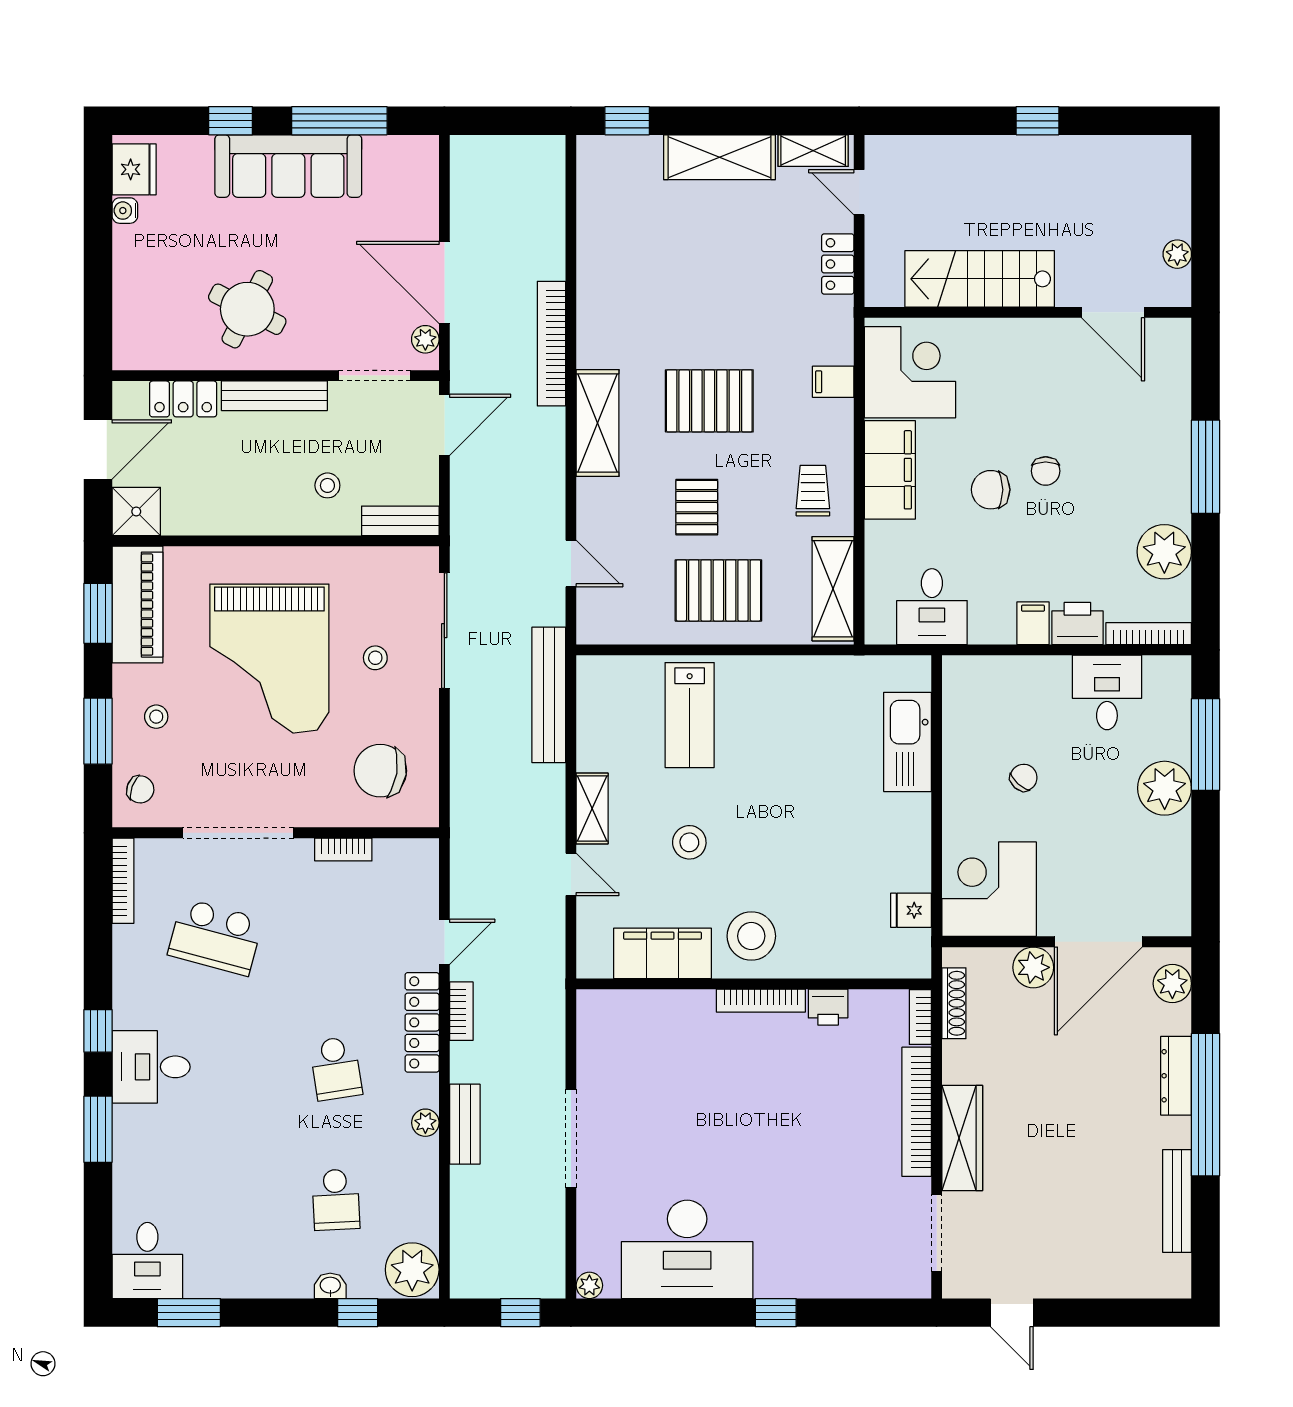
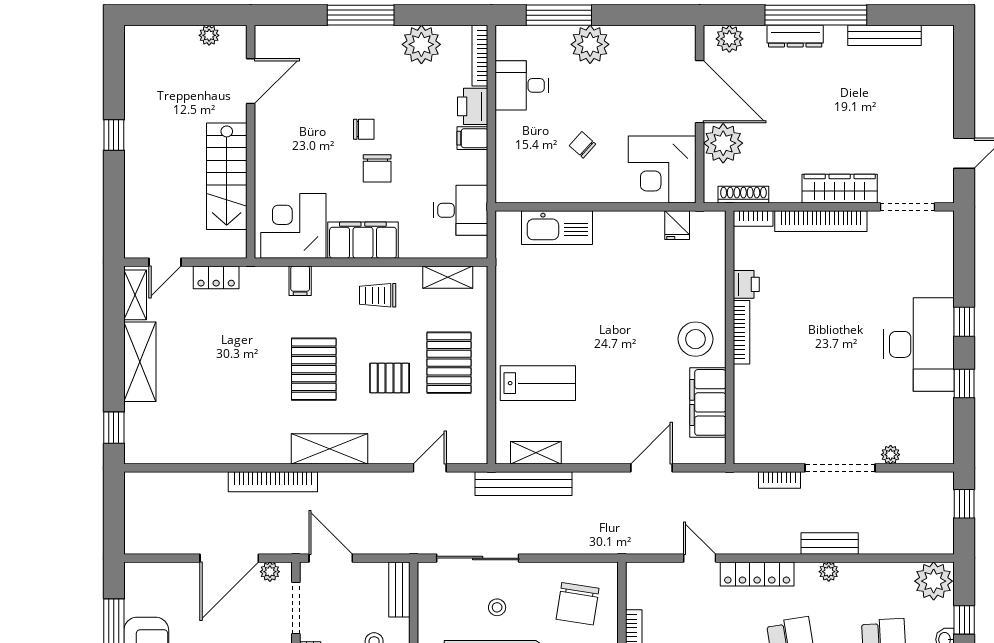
shelving: (833, 589) -> (448, 277), width x0.67, depth x0.75
shelving: (592, 808) -> (536, 453), moved
stool: (689, 842) -> (629, 383), removed
door: (571, 874) -> (652, 468), width x1.38
plant: (1033, 967) -> (723, 143), width x1.36, depth x1.36
bookcase: (461, 1011) -> (779, 480), moved, turned 180
desk: (687, 1249) -> (919, 344), moved
plant: (589, 1285) -> (891, 455), moved
window: (689, 1313) -> (964, 384), added

